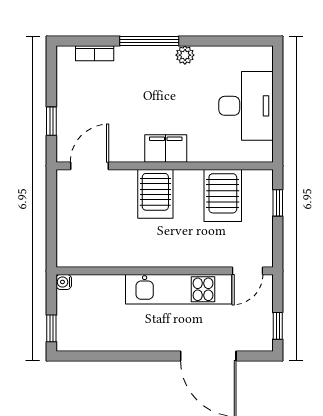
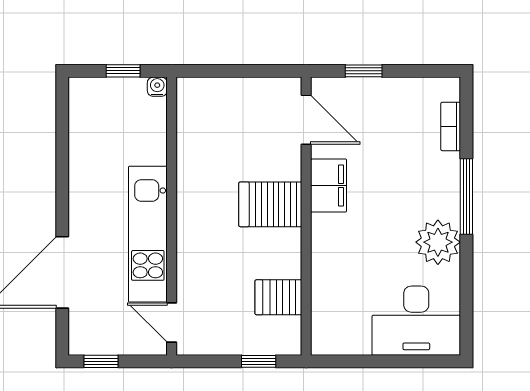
plant: (185, 55) -> (438, 242), width x1.88, depth x1.88
desk: (246, 106) -> (416, 321), moved
filing cabinet: (166, 148) -> (329, 185), moved
server rack: (223, 195) -> (278, 297), width x0.73, depth x0.70
window: (51, 328) -> (123, 71), moved

